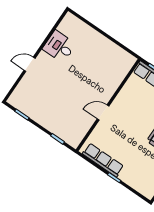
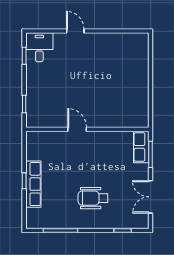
desk: (59, 47) -> (39, 47), moved
row of seats: (103, 160) -> (33, 184), moved

